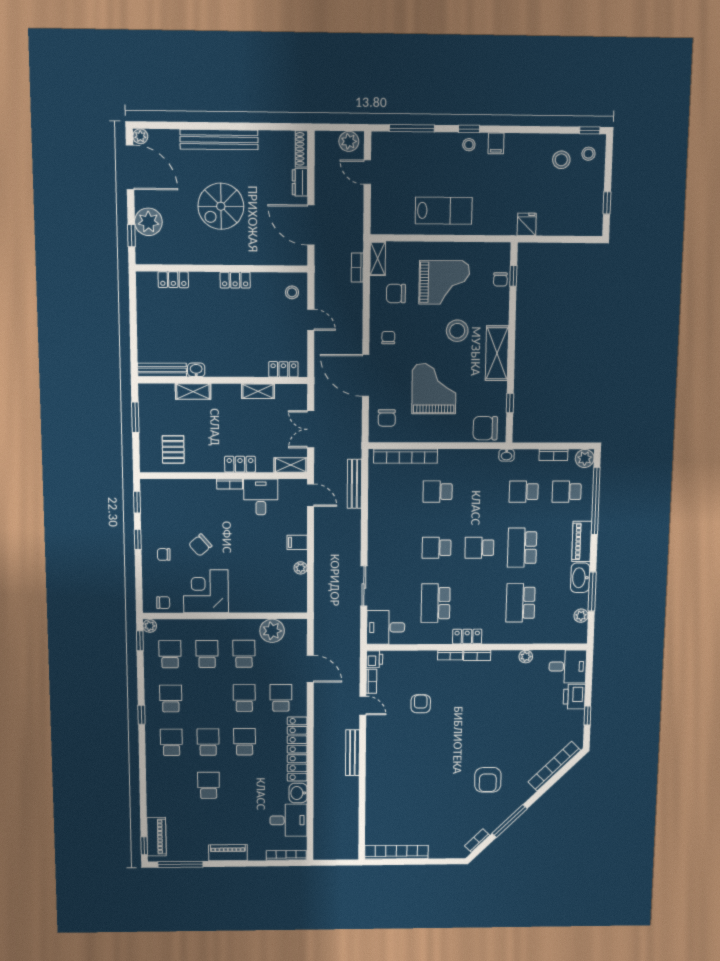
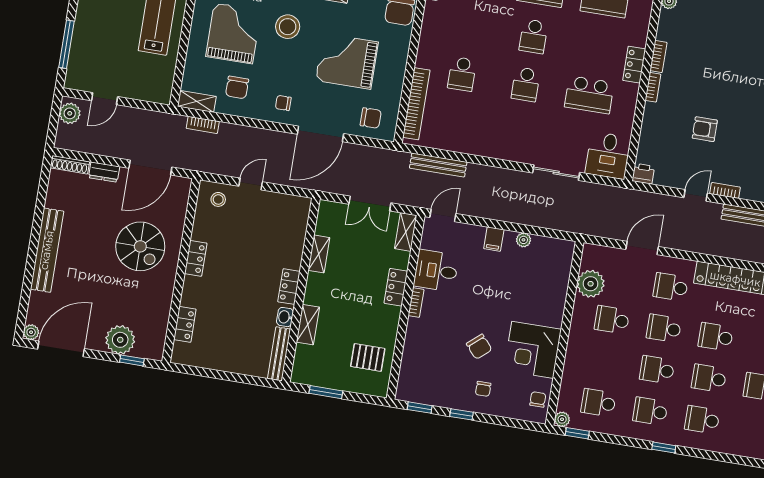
spiral stairs: (221, 206) -> (140, 246), moved
locker: (283, 369) -> (289, 287), moved
school desk: (207, 654) -> (657, 370), moved
bookcase: (371, 681) -> (725, 190), moved

